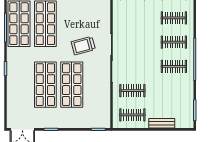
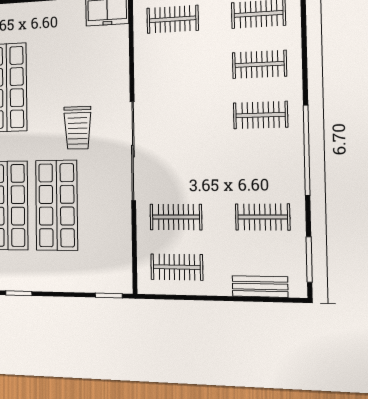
trolley: (83, 46) -> (78, 128), turned -75
clothes rail: (174, 66) -> (263, 217), moved
bench: (162, 123) -> (260, 287), moved

